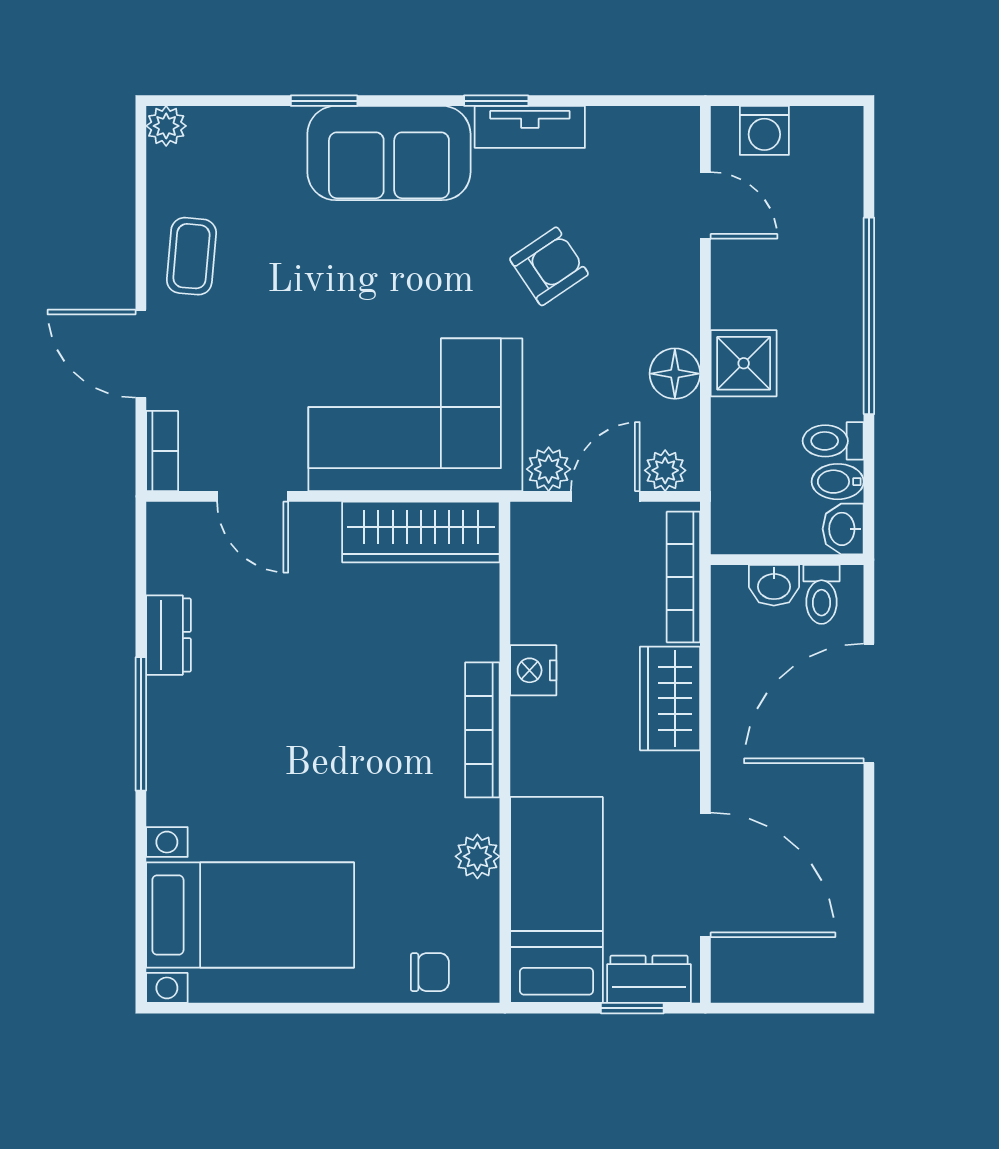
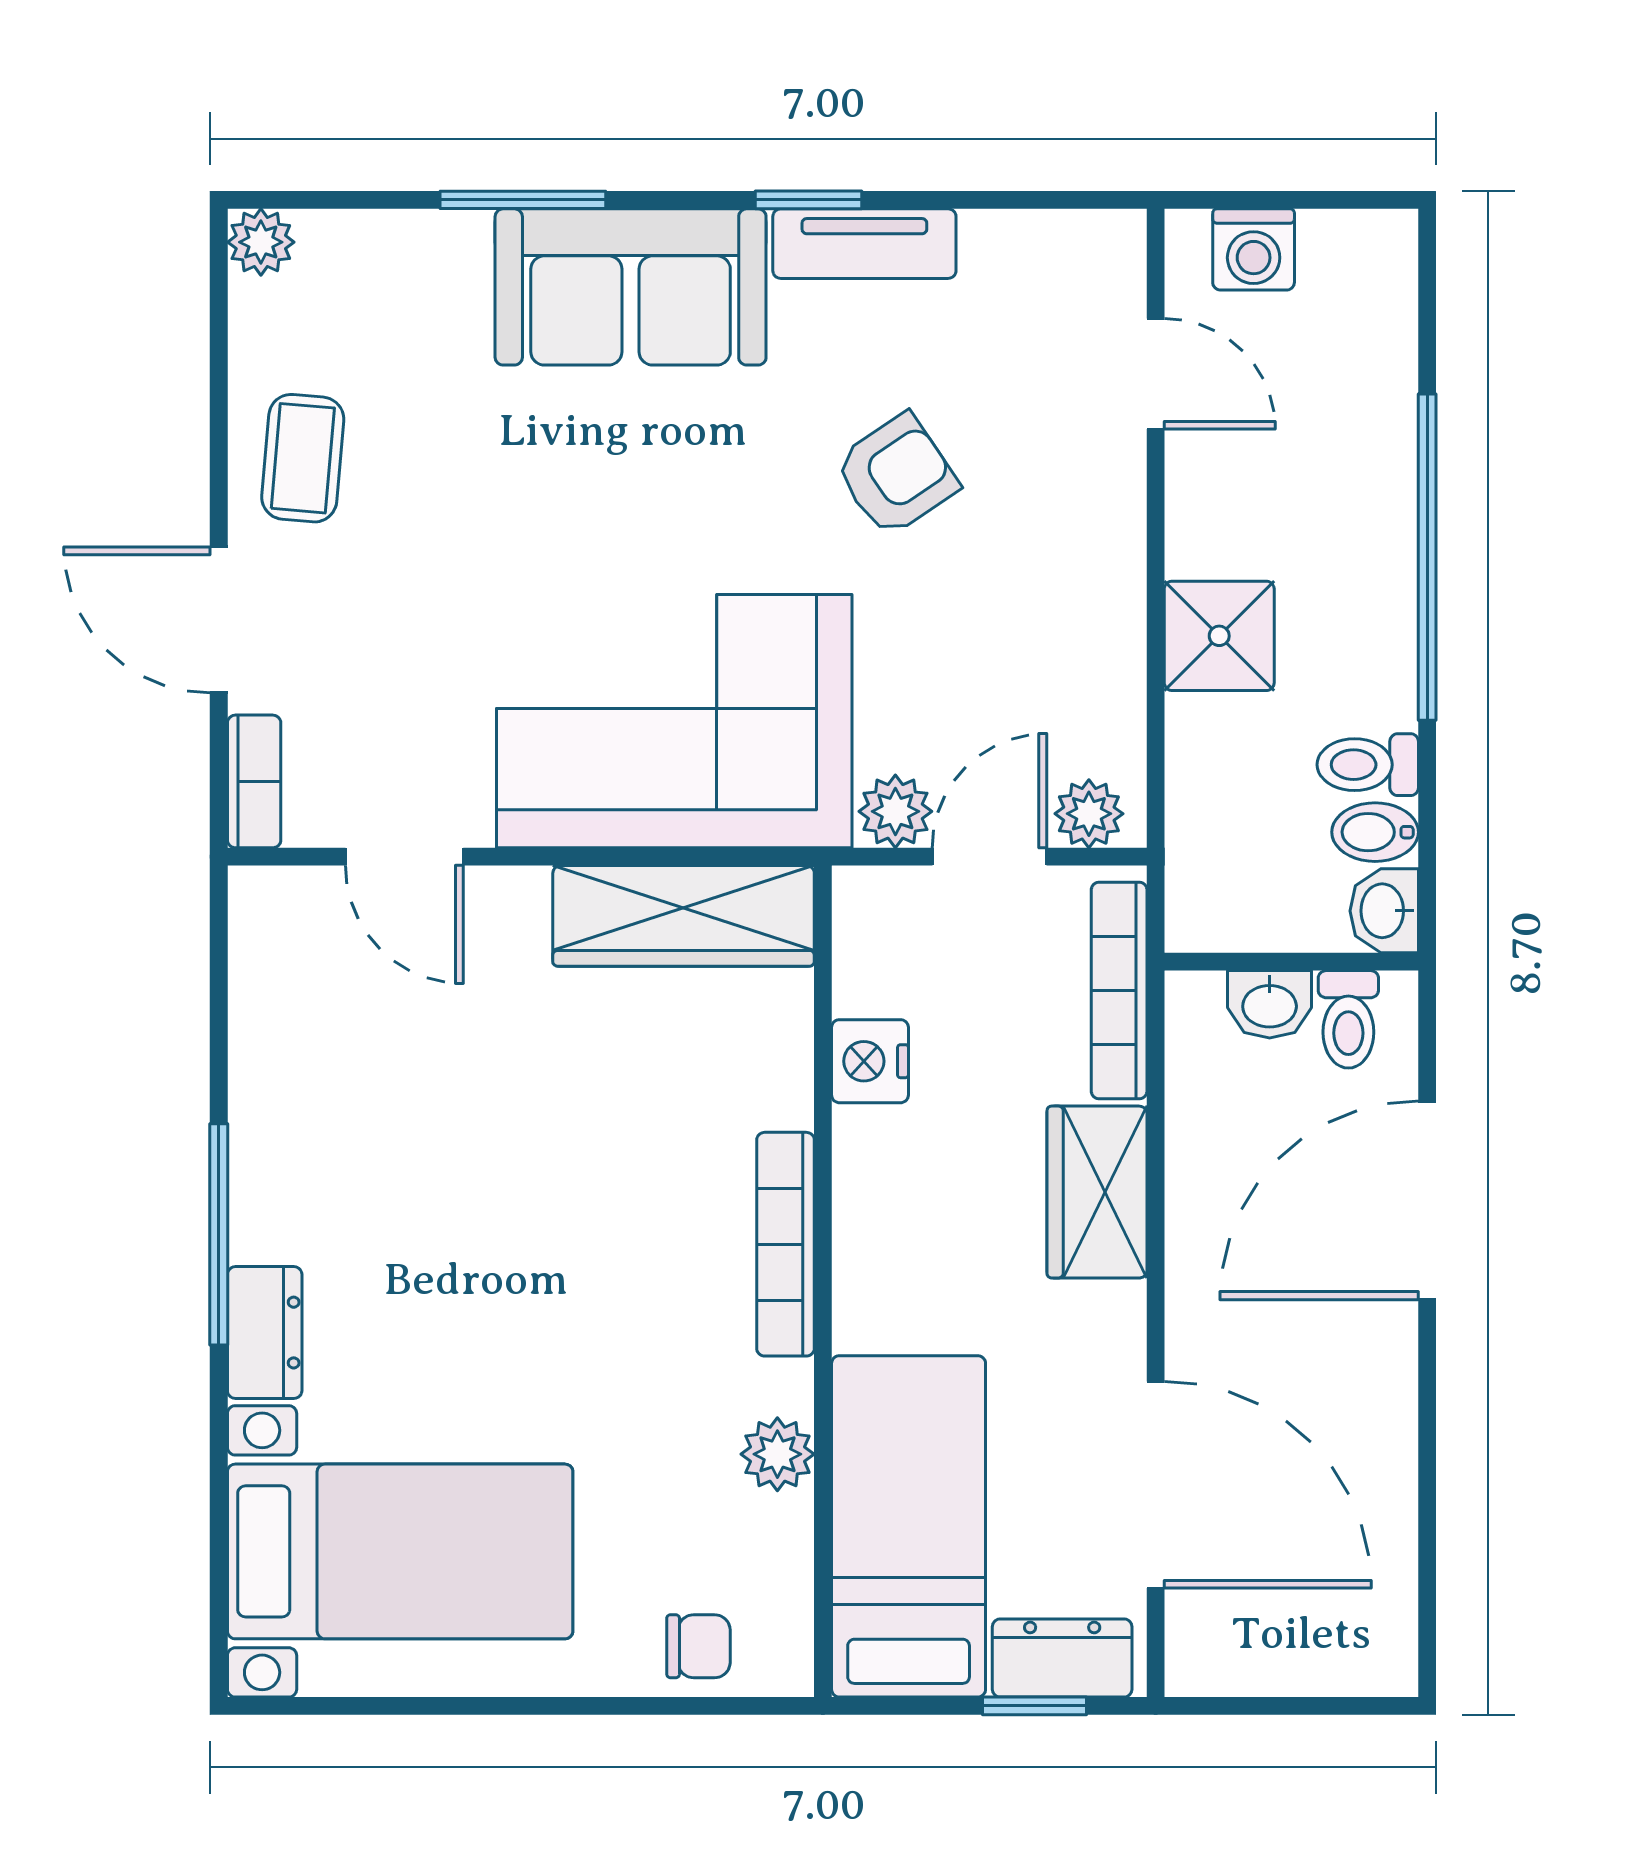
window: (324, 101) -> (523, 200), width x1.50
floor lamp: (675, 374) -> (1105, 653), removed
dresser: (168, 635) -> (265, 1333), moved
nightstand: (533, 670) -> (870, 1061), moved

